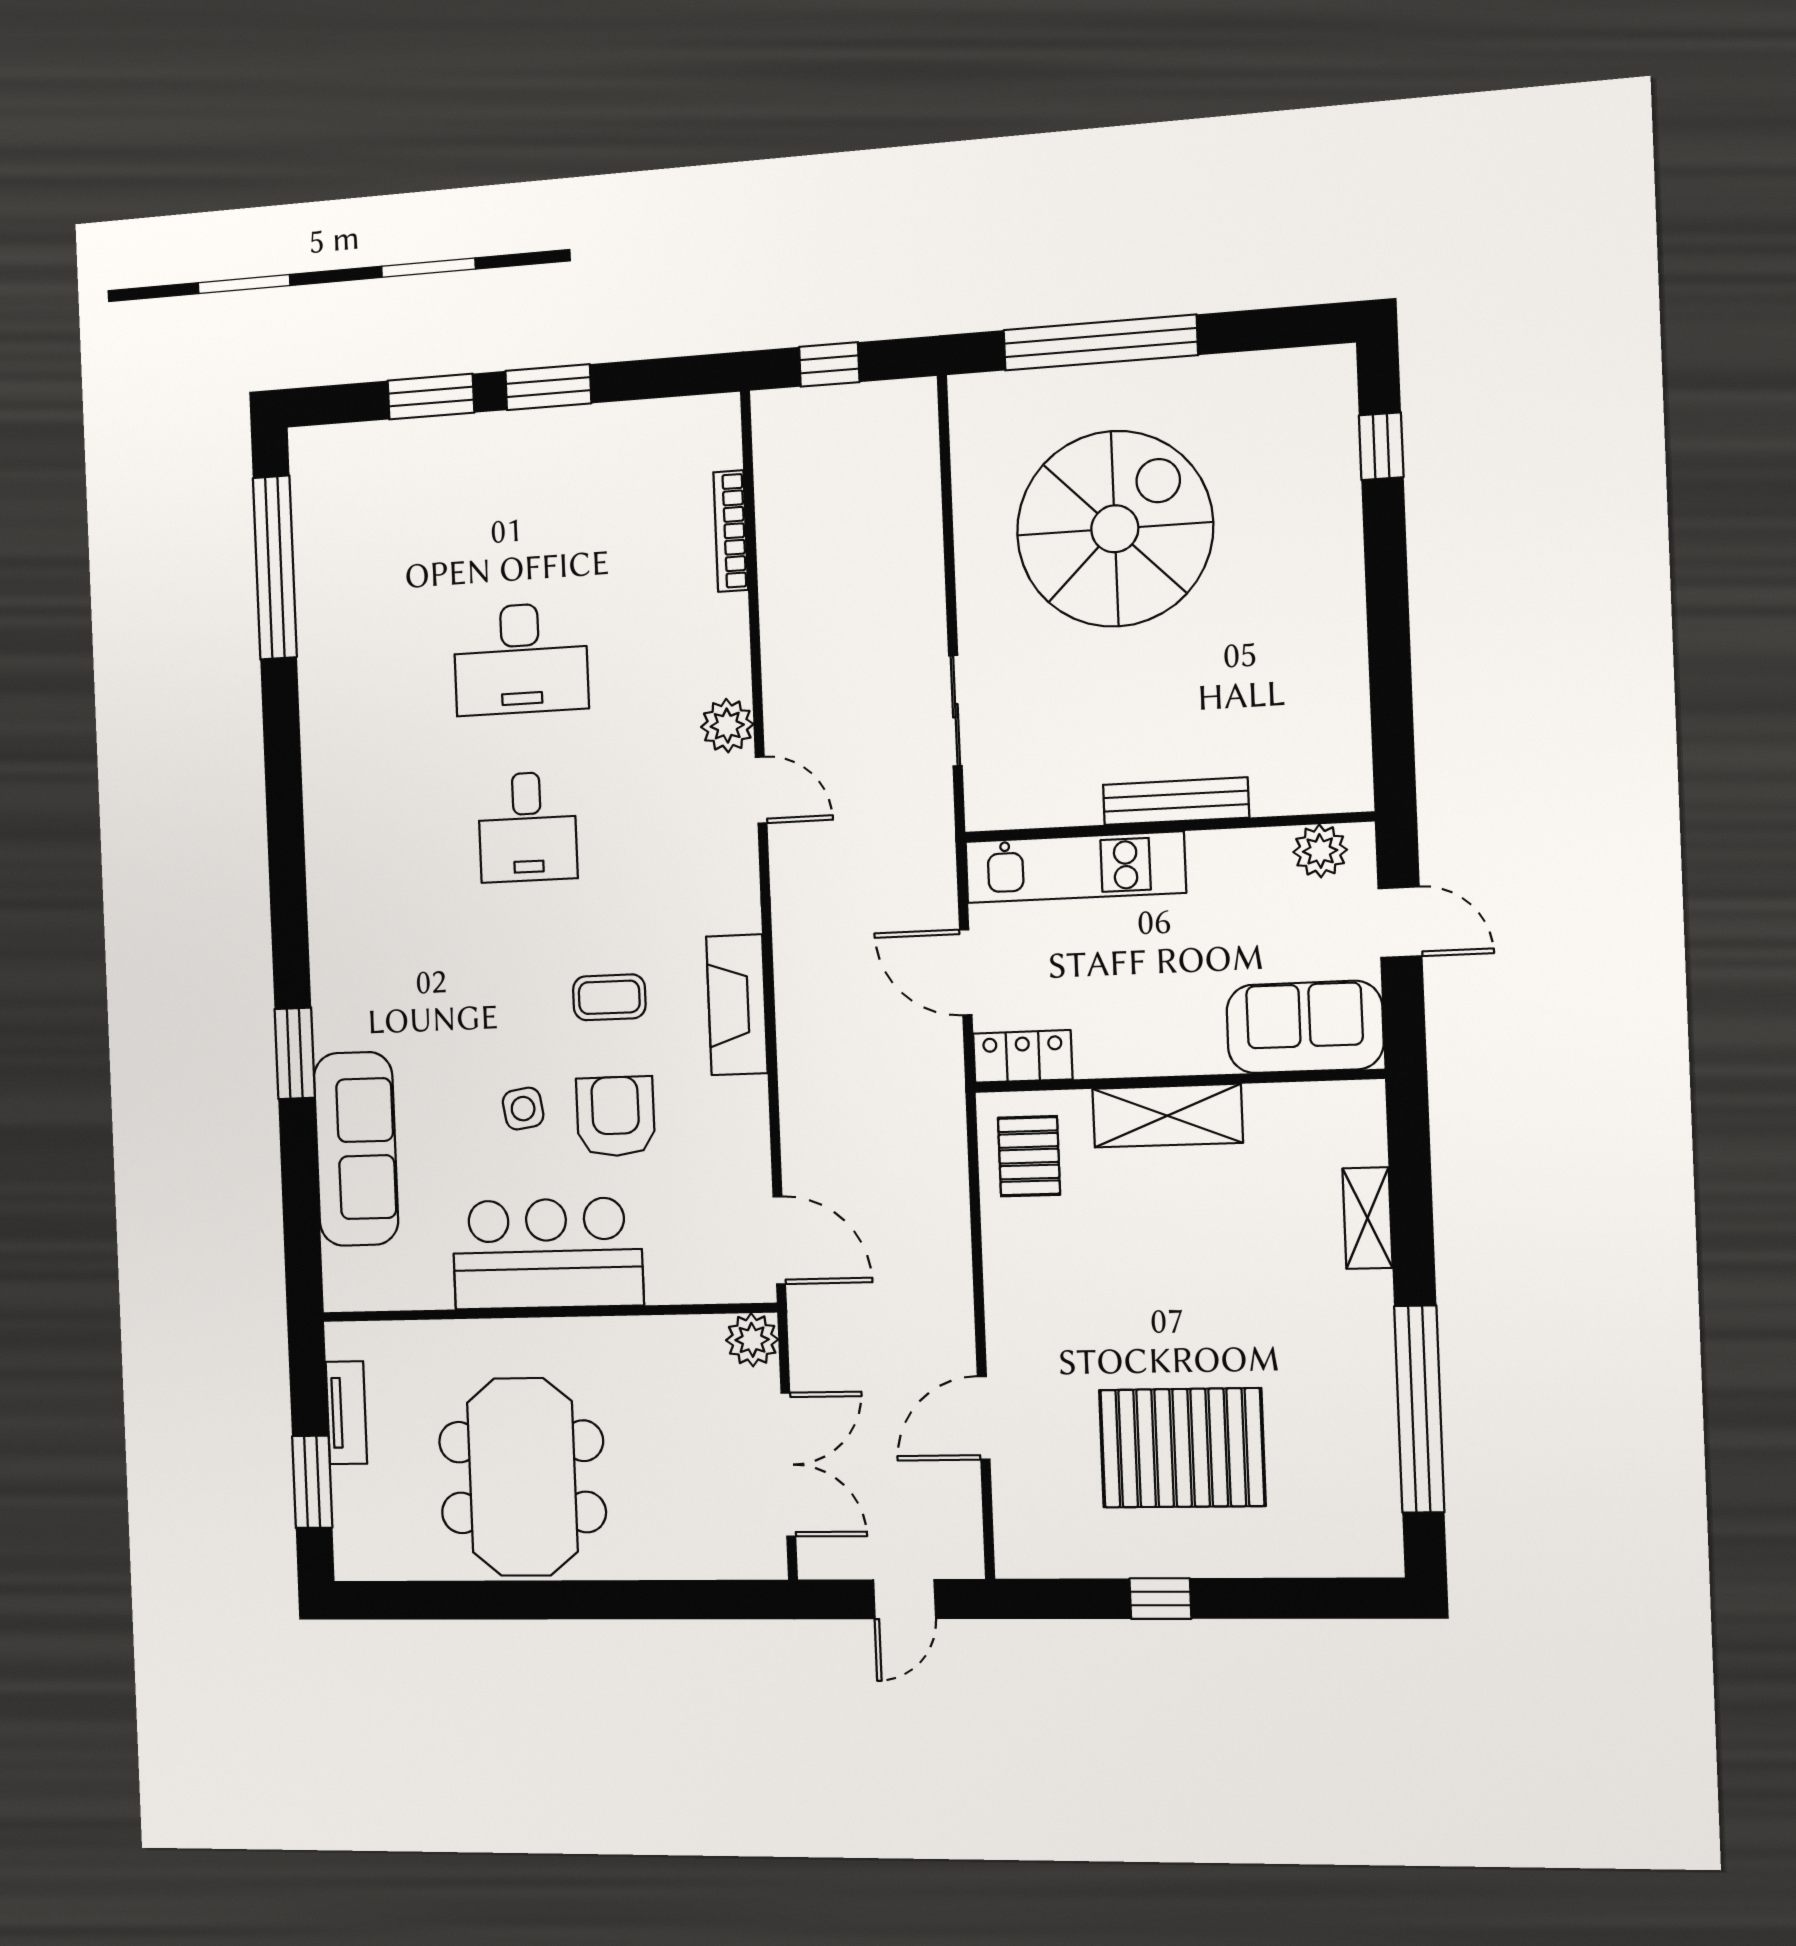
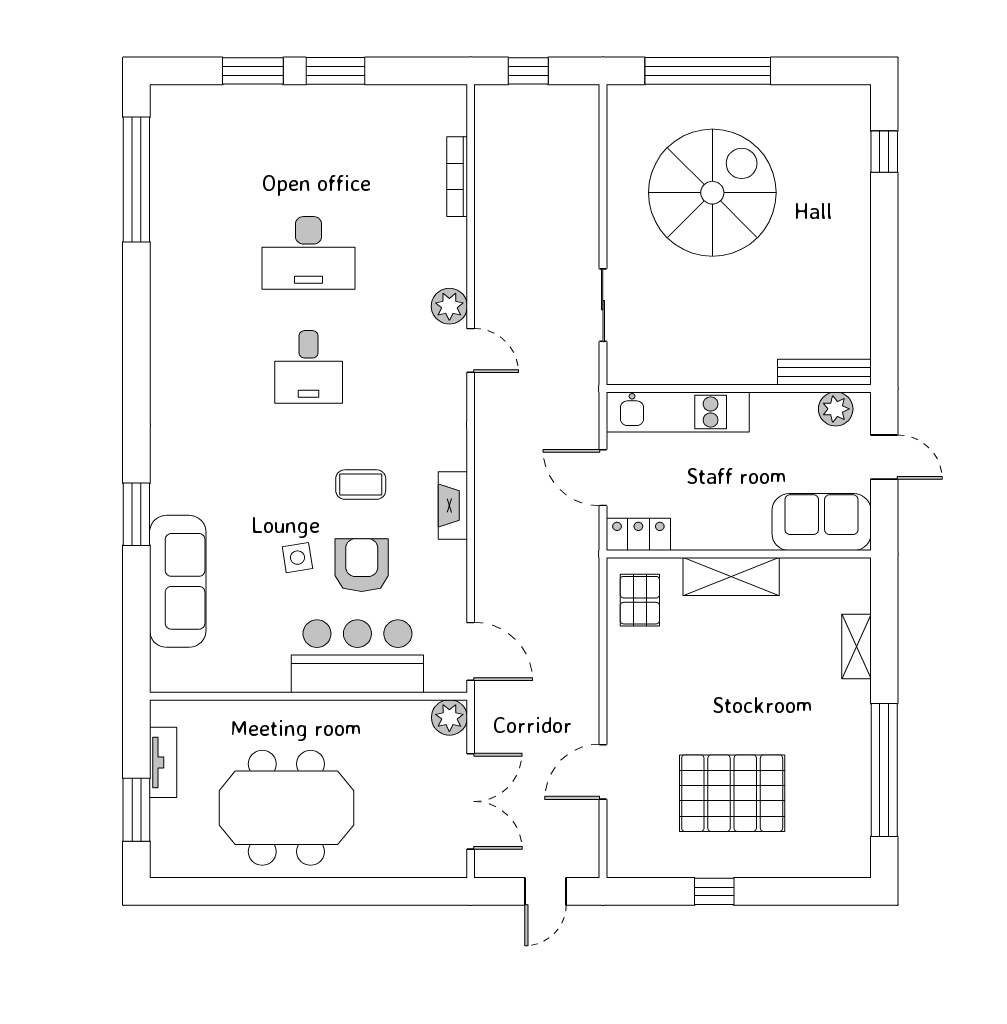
bench: (1176, 801) -> (824, 372), moved
fireplace: (737, 1005) -> (453, 505), width x0.73, depth x0.76
bar counter: (547, 1253) -> (357, 656), moved
meeting table: (522, 1477) -> (286, 808), turned 90

